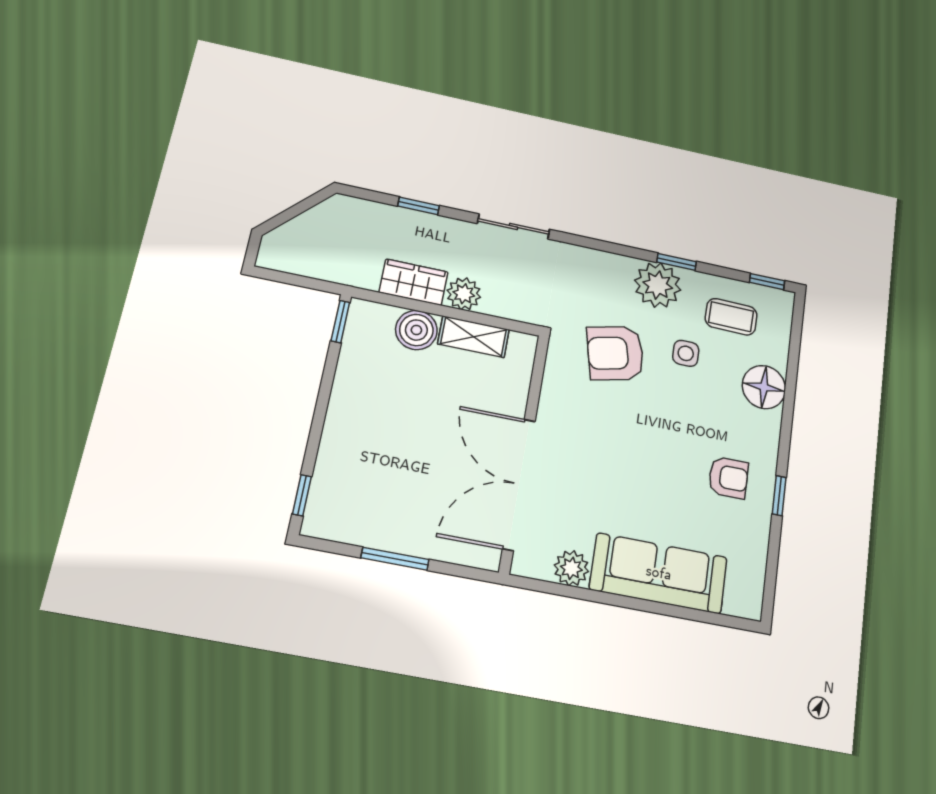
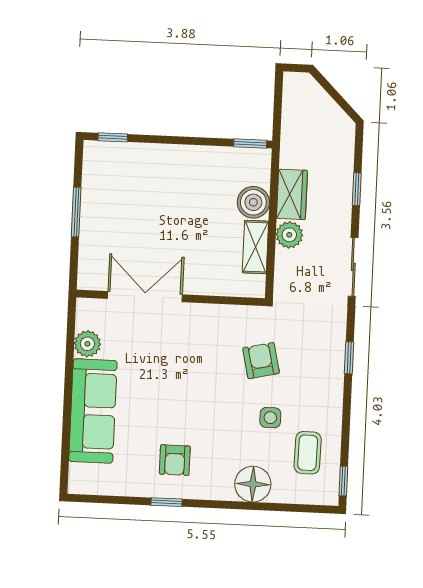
window: (677, 262) -> (349, 358), moved
plant: (658, 285) -> (324, 390), removed
armchair: (615, 353) -> (261, 361), width x0.72, depth x0.72
double door: (519, 484) -> (145, 297), width x0.73

